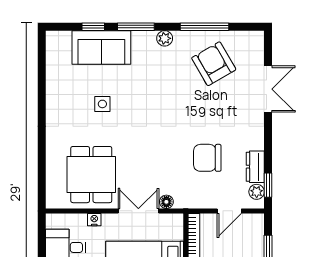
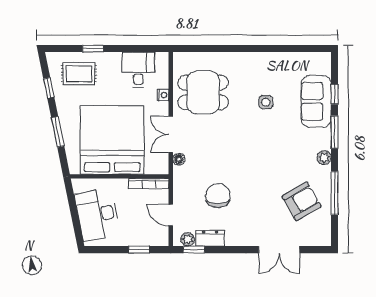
double door: (138, 211) -> (171, 134), swing flipped

